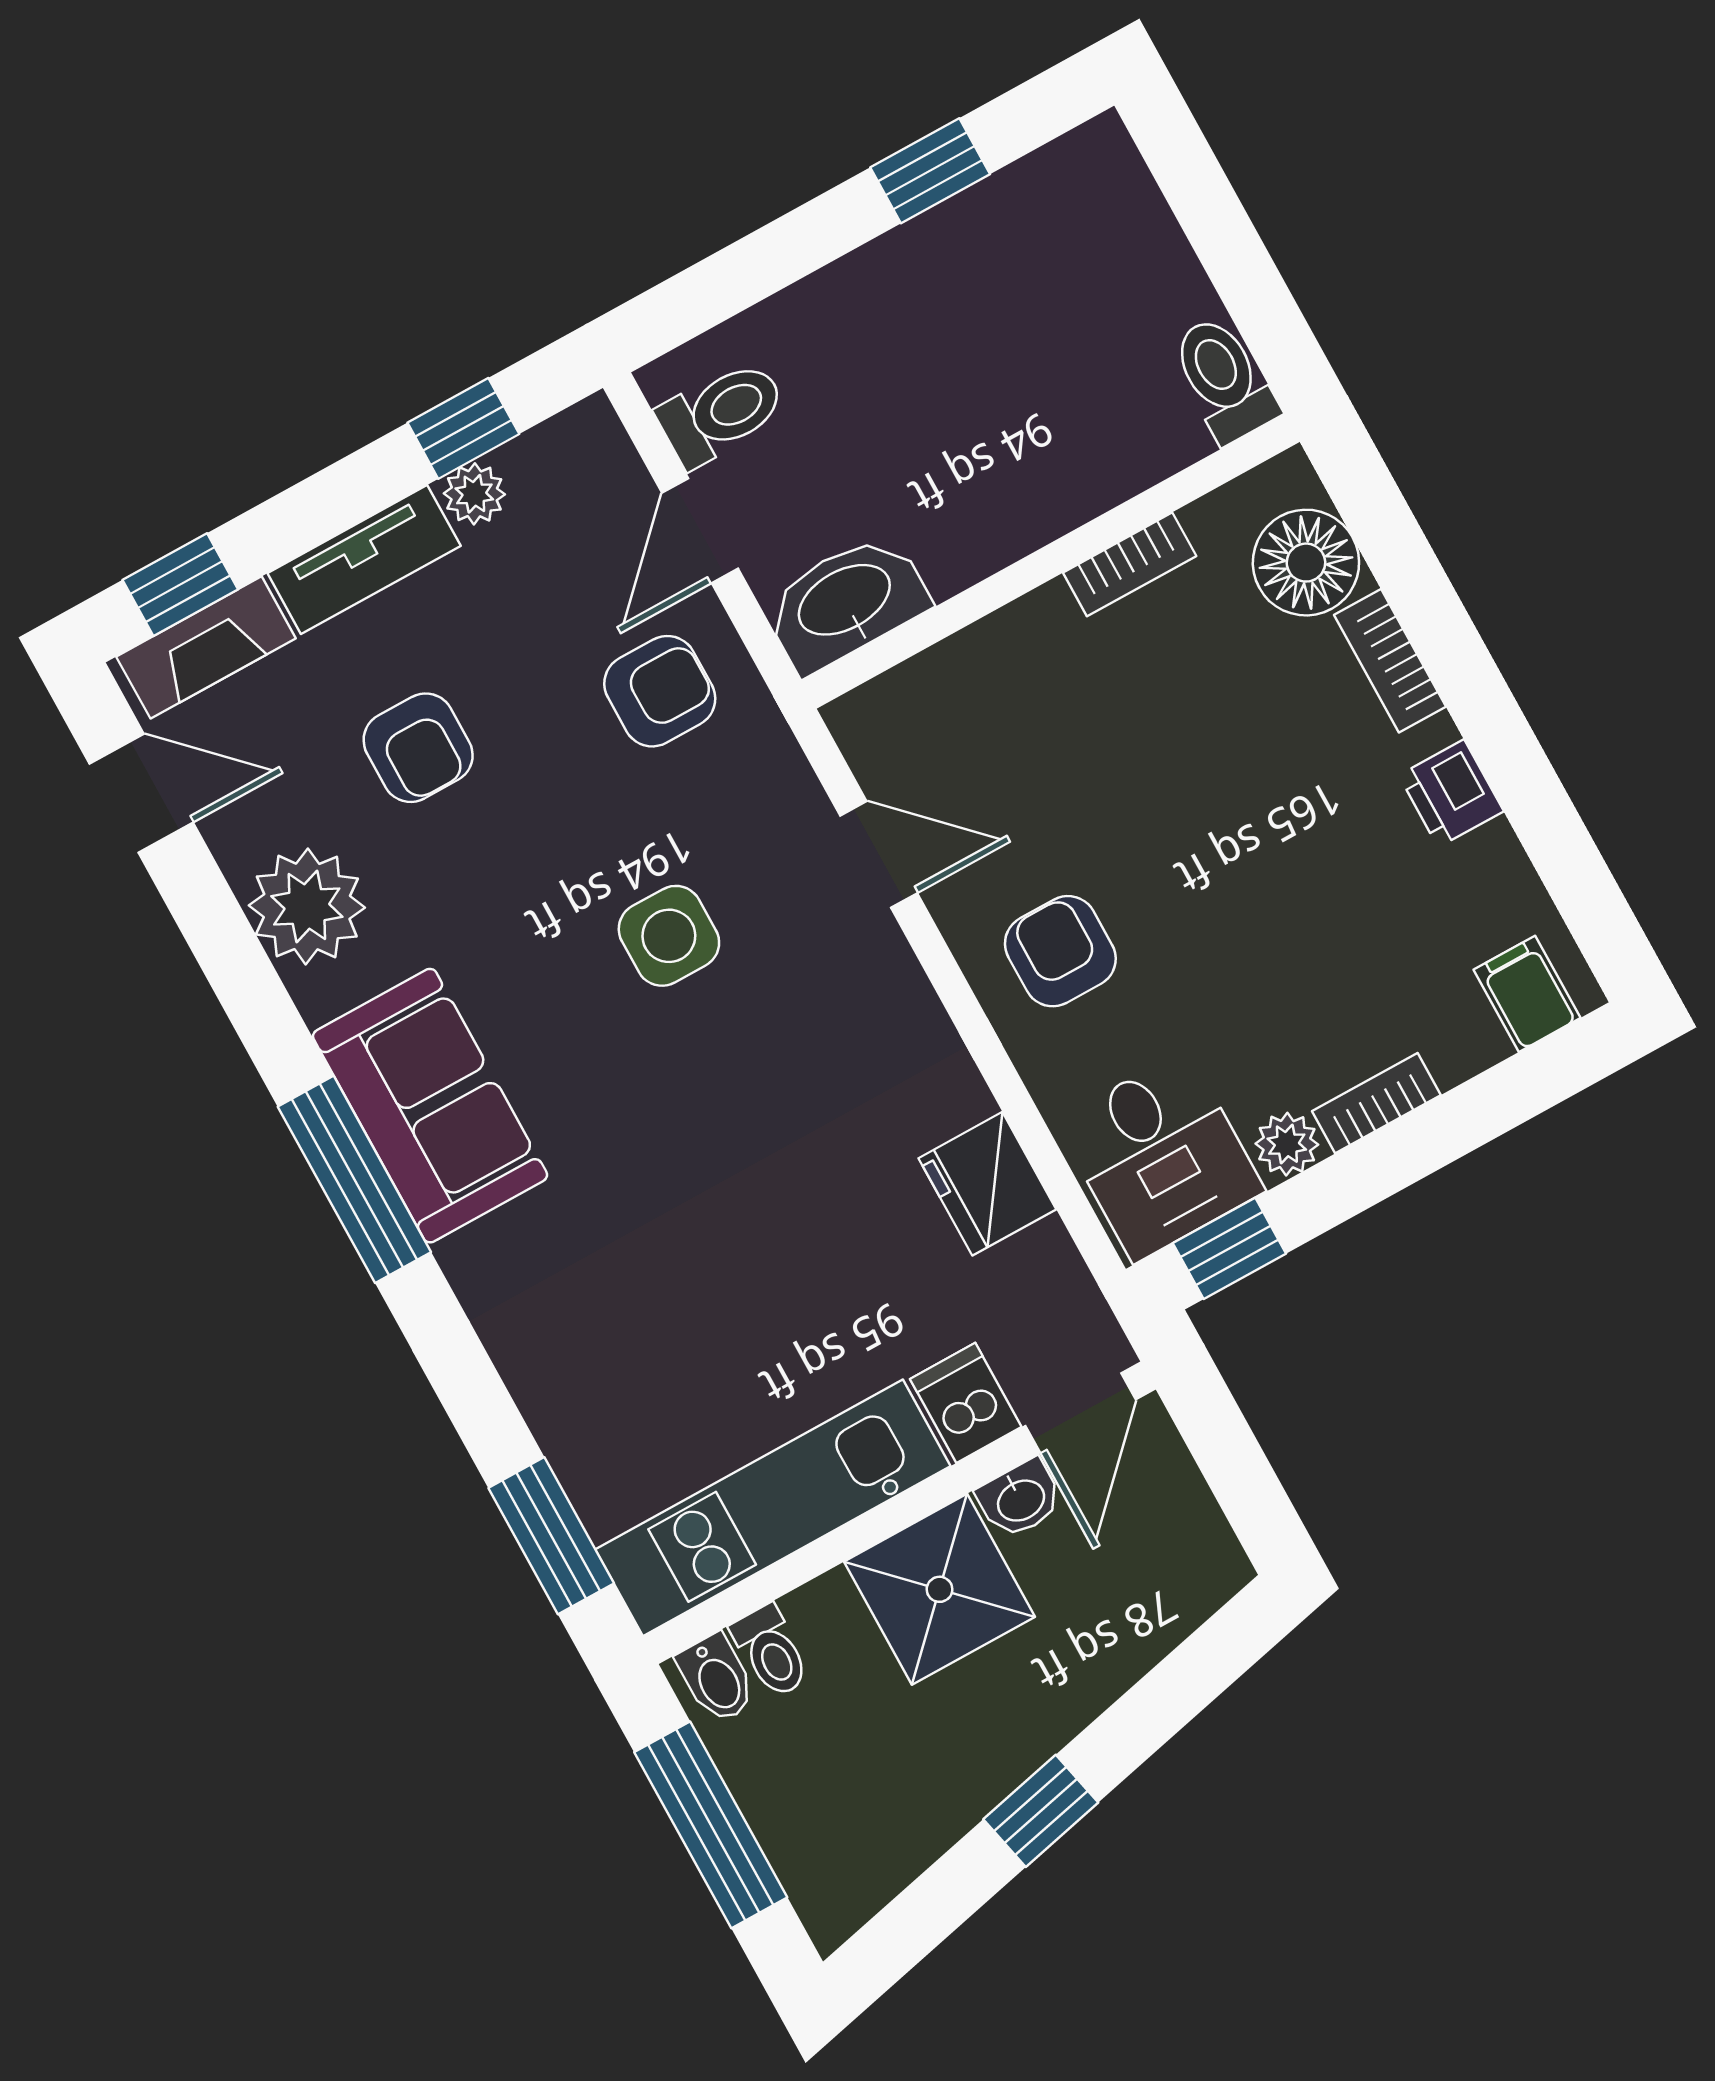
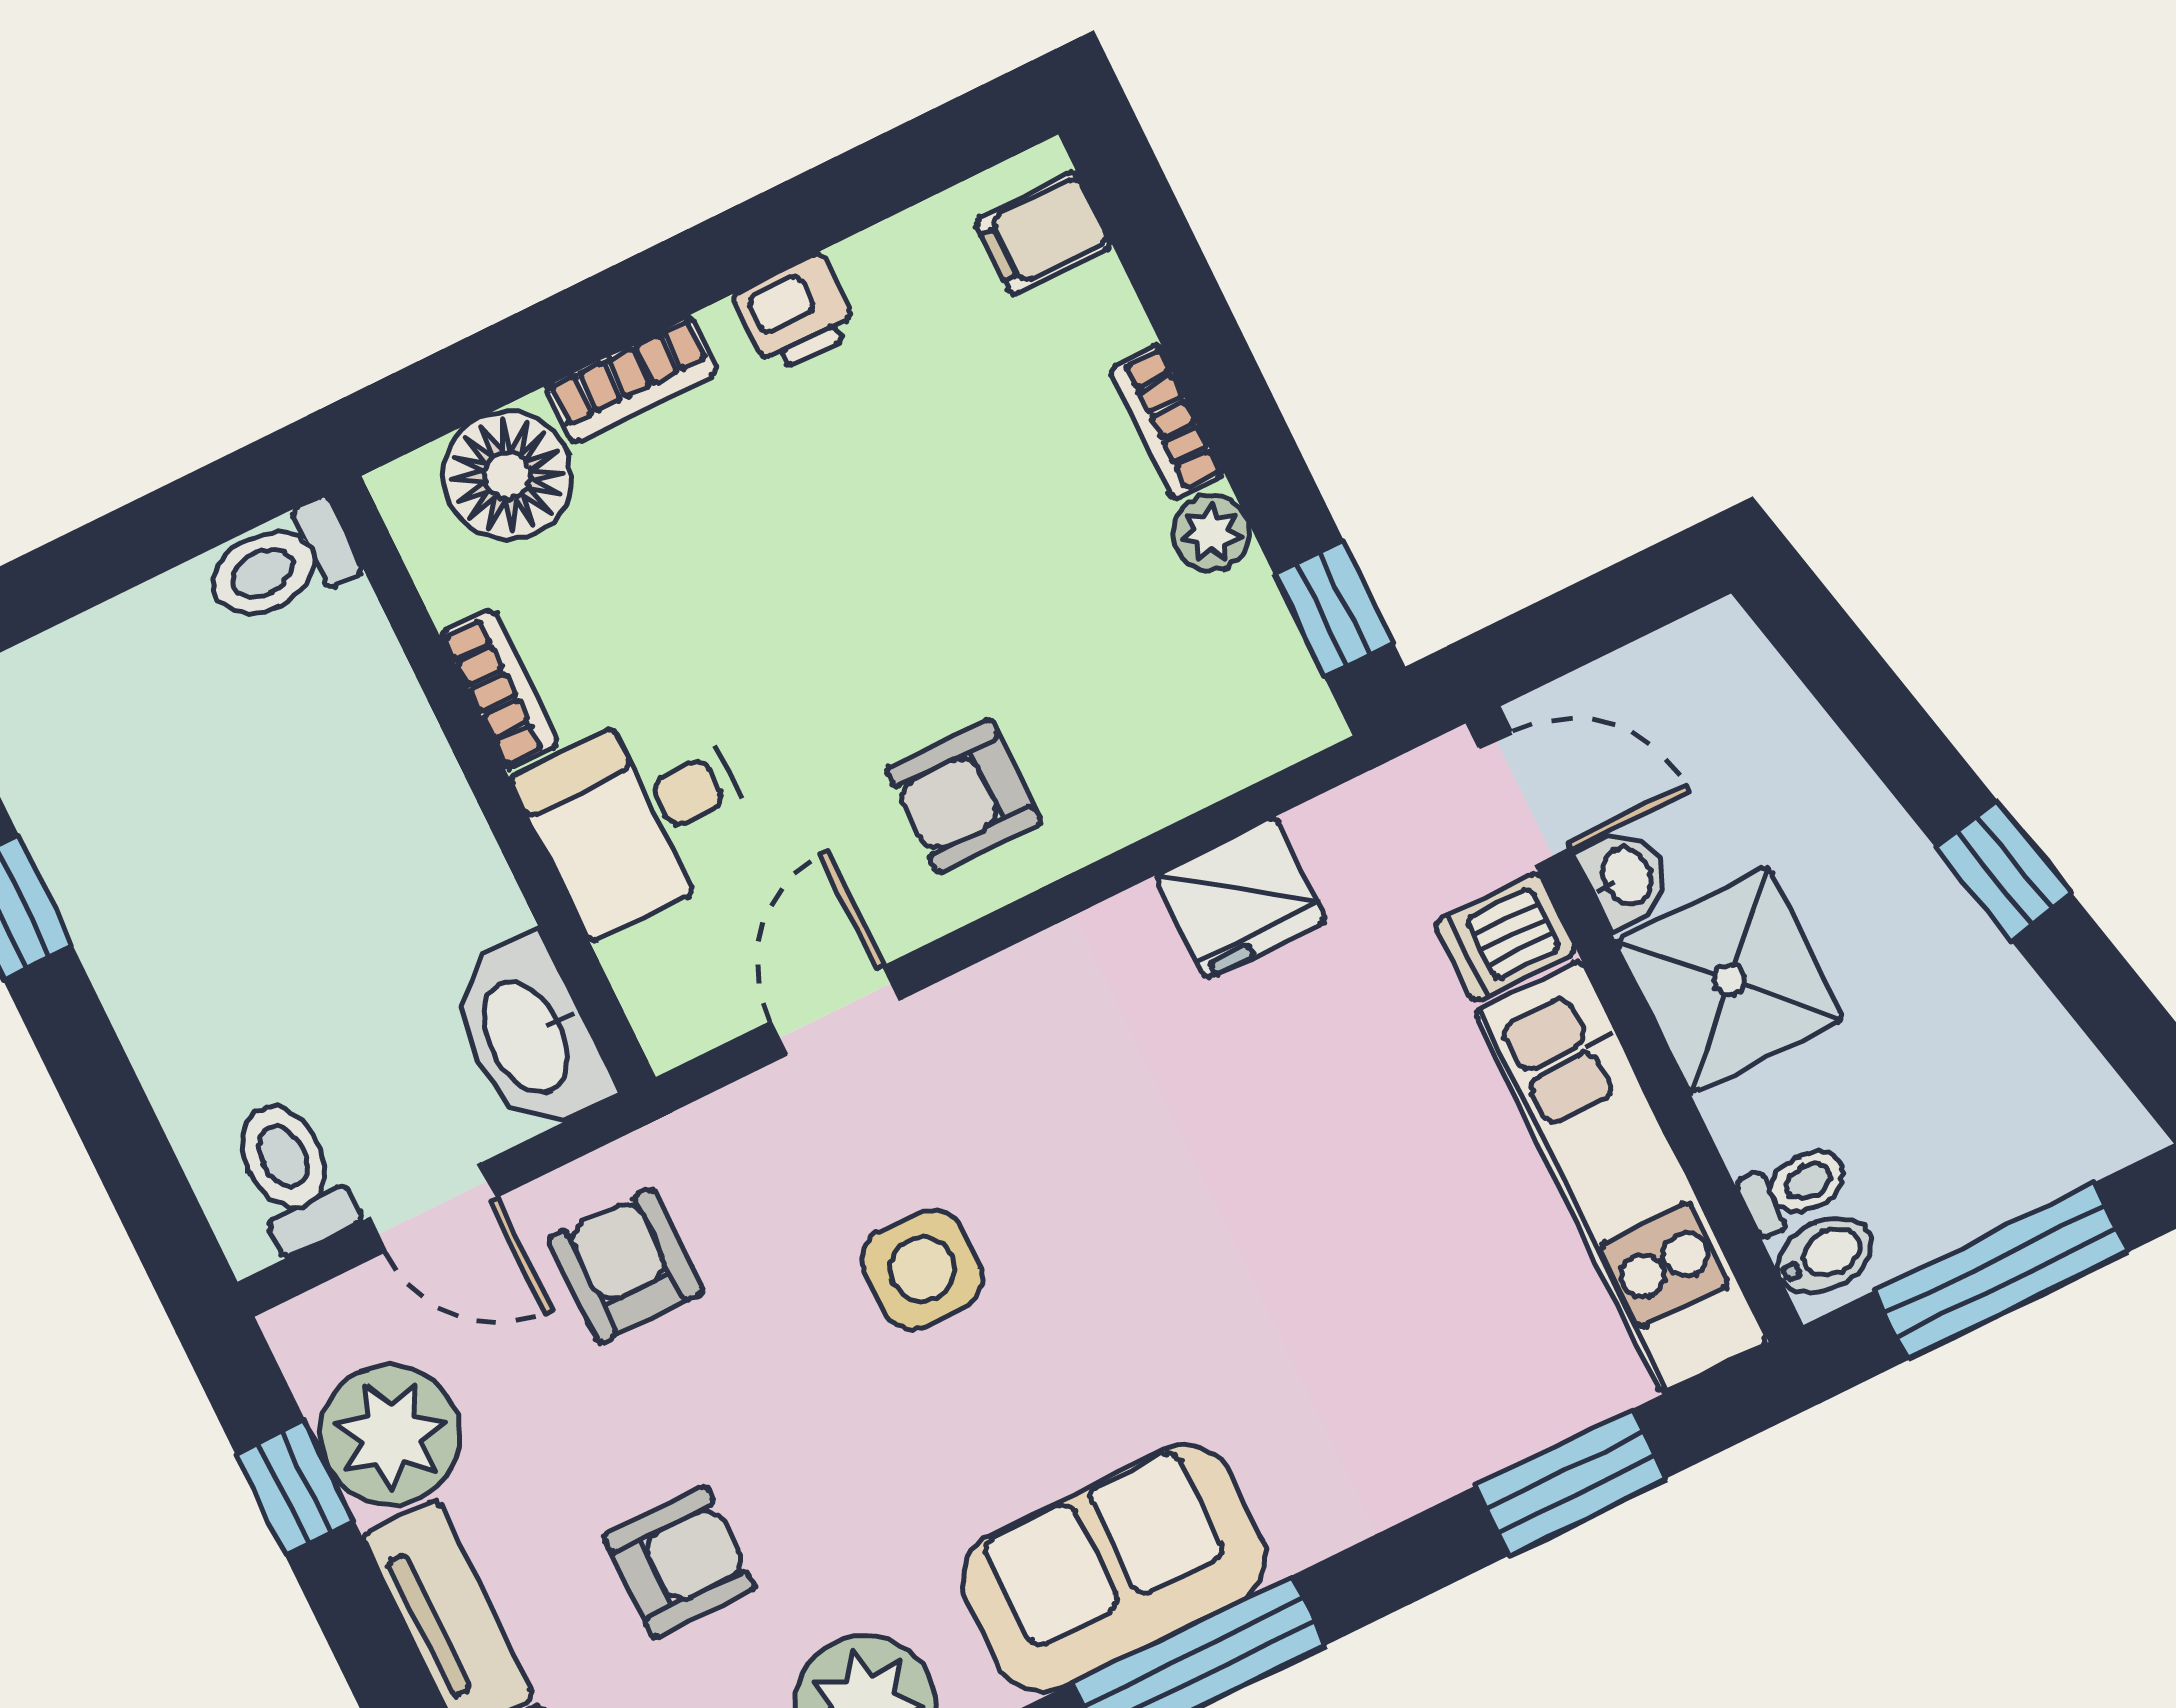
plant: (474, 494) -> (390, 1435), width x1.88, depth x1.88
desk: (1160, 1156) -> (639, 817), moved, turned 180
window: (551, 1536) -> (1570, 1482), moved

